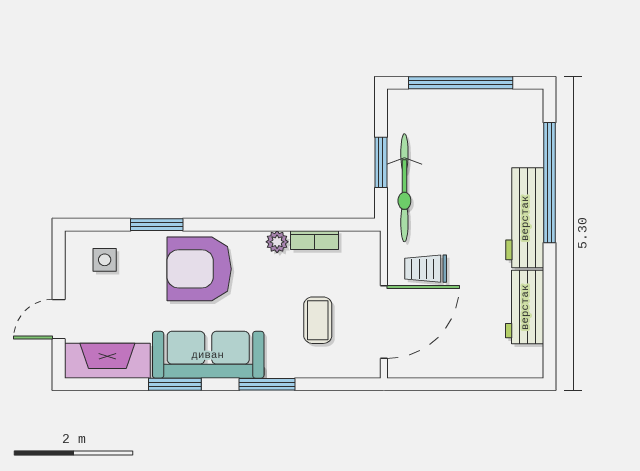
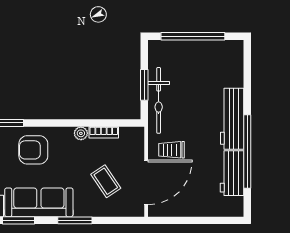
window: (550, 183) -> (247, 152), moved
armchair: (199, 269) -> (33, 150), width x0.73, depth x0.73
coffee table: (318, 320) -> (106, 181), turned -34

